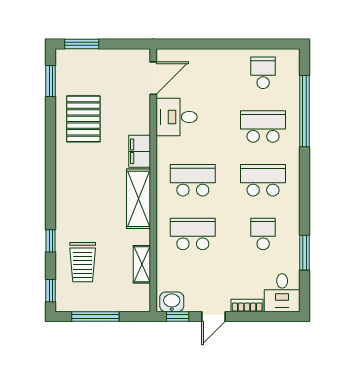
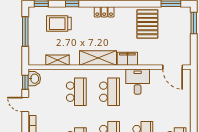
desk: (177, 117) -> (138, 82), moved
pallet: (83, 119) -> (147, 24), turned 90
locker: (64, 189) -> (104, 12), added

